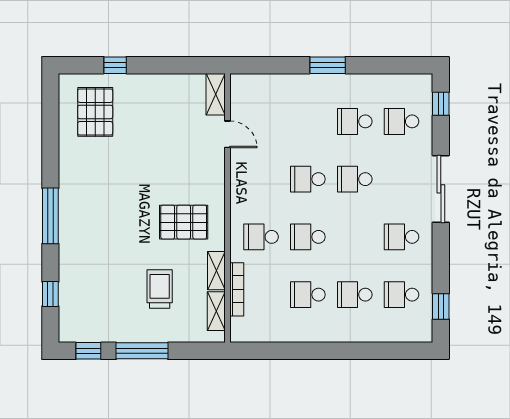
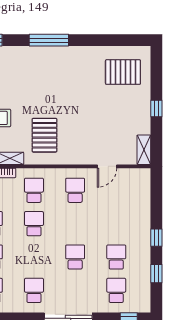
window: (115, 65) -> (156, 109), moved
window: (328, 65) -> (156, 238), width x0.67
window: (378, 65) -> (156, 274), added
shelving: (216, 94) -> (144, 150), moved, turned 90
school desk: (308, 179) -> (75, 190), moved

